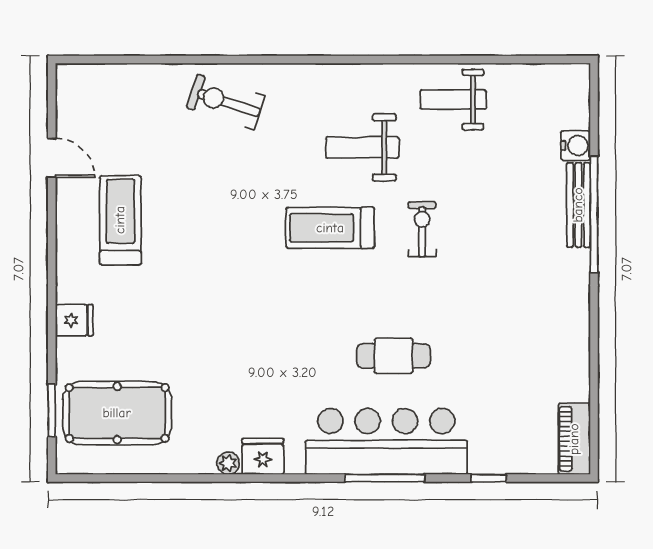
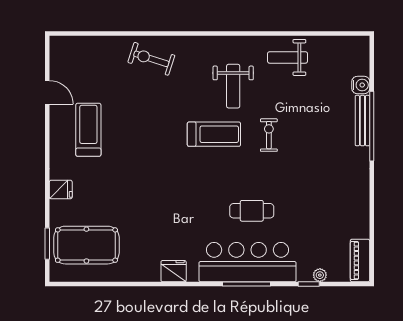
weight bench: (362, 147) -> (233, 86), turned -90
treadmill: (330, 228) -> (214, 134), turned 180
plant: (228, 463) -> (320, 275), moved

